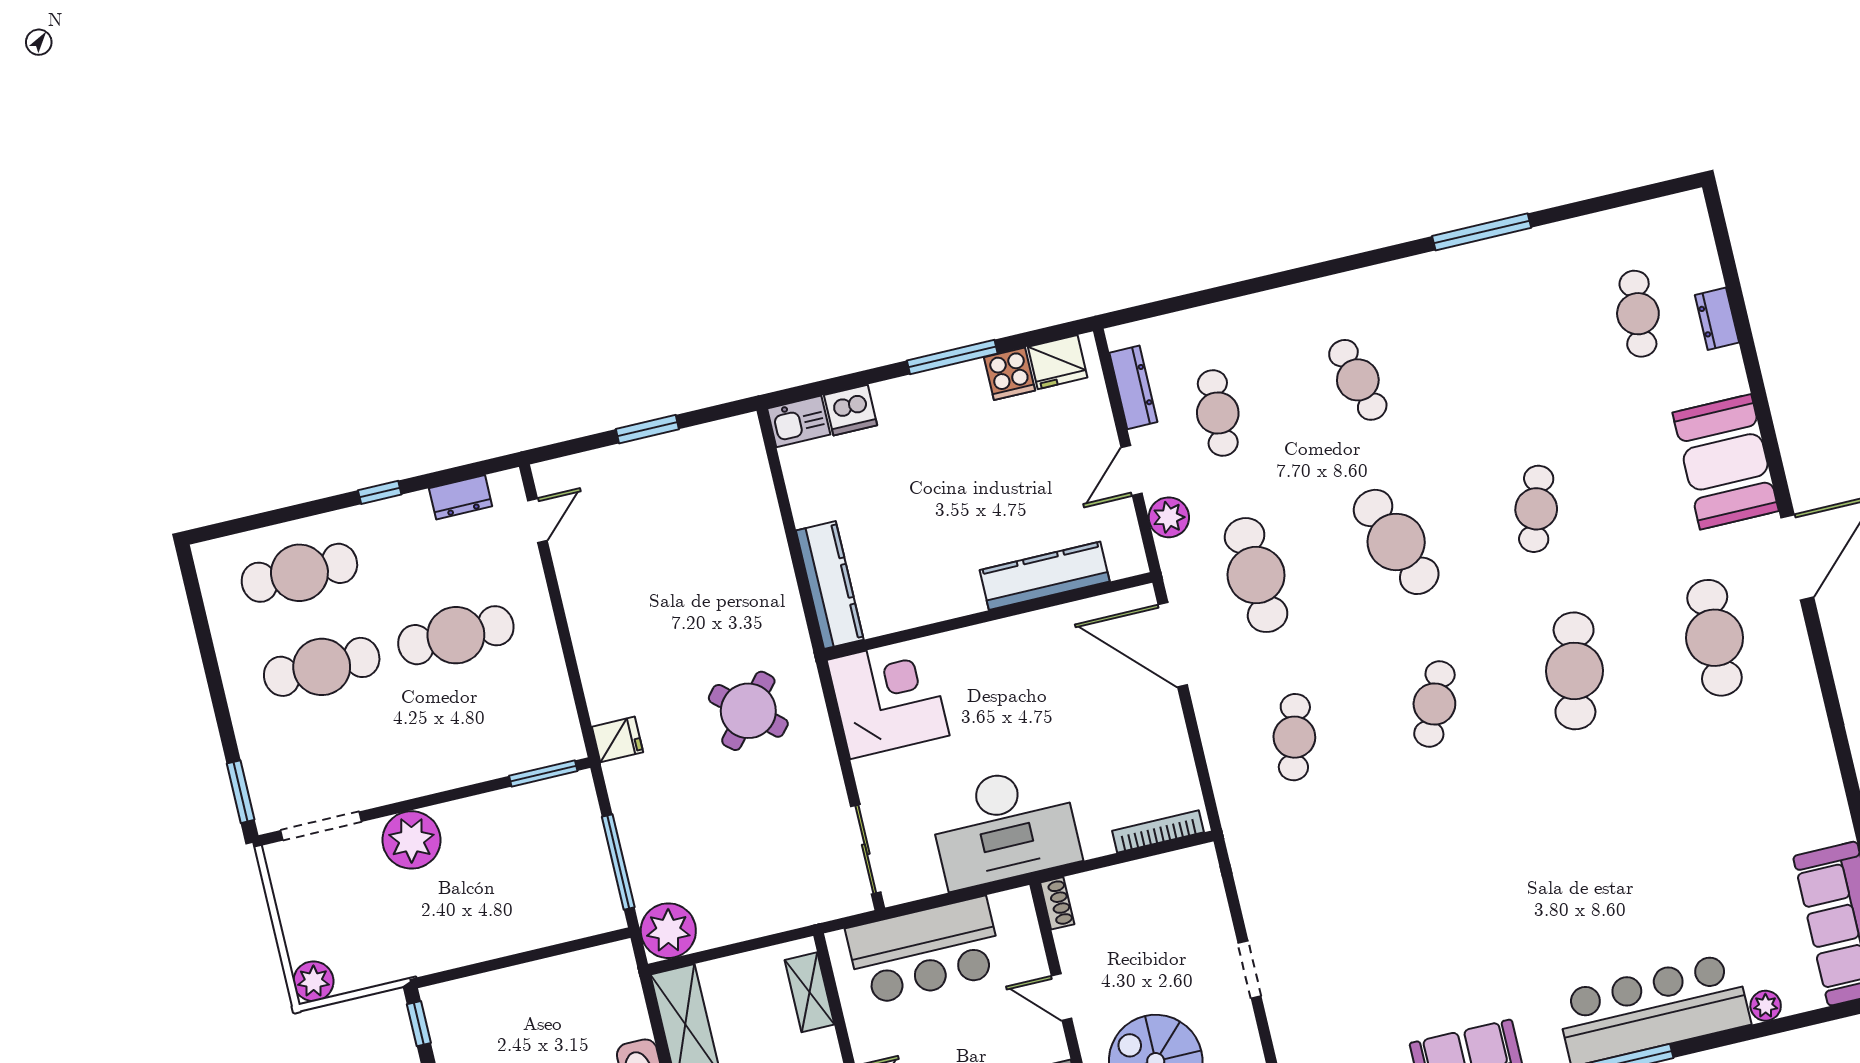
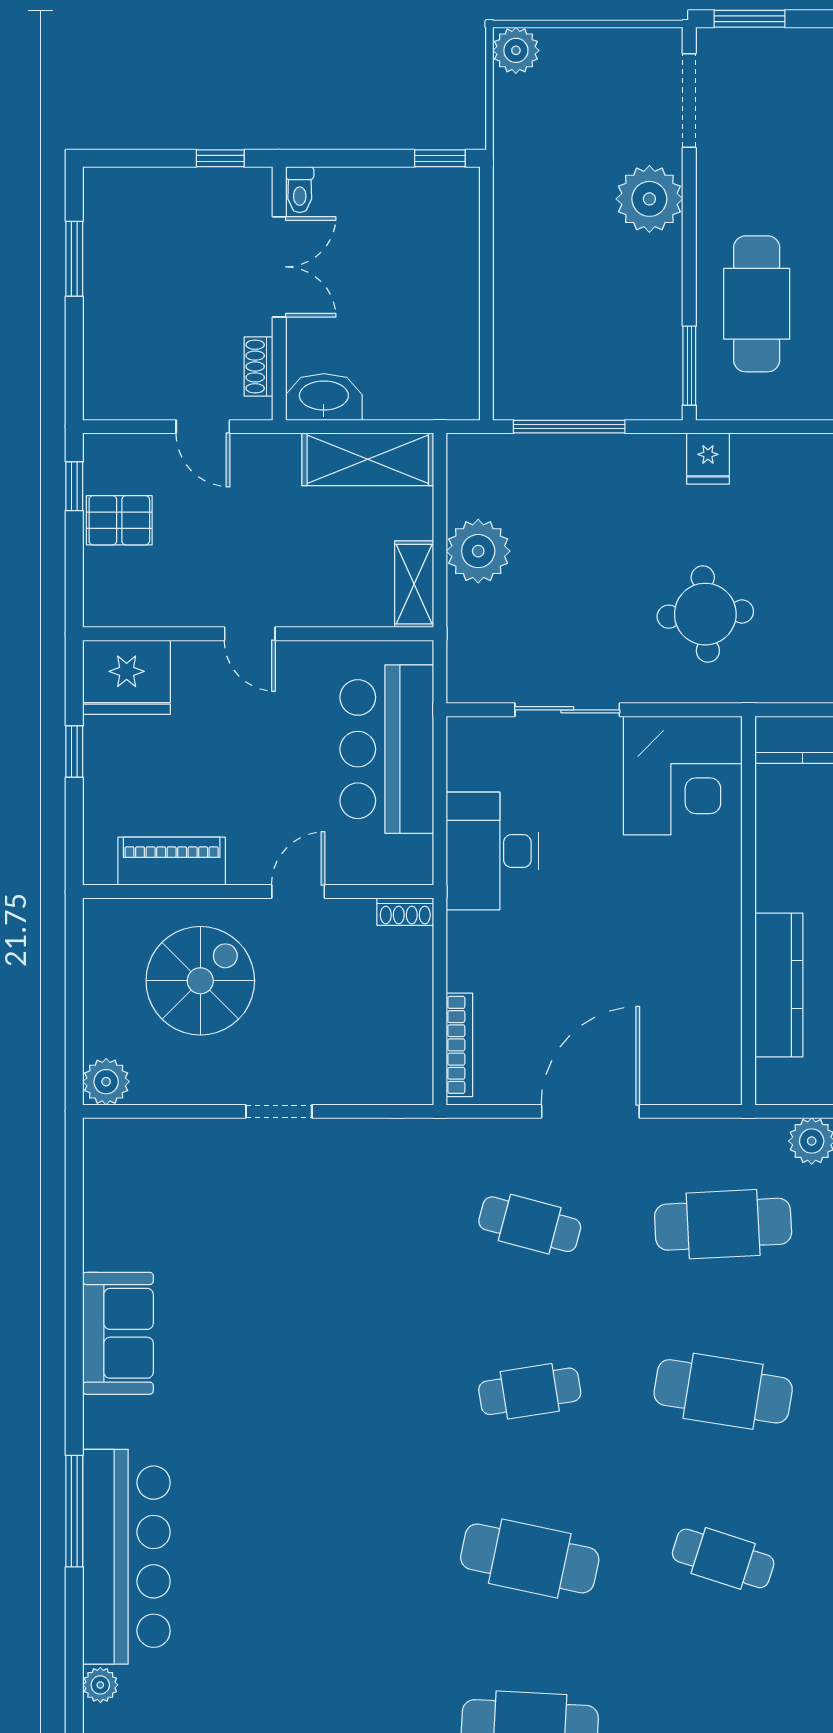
cafe table: (1396, 542) -> (723, 1391), turned 30
door: (1173, 645) -> (590, 1111), moved
cafe table: (1434, 704) -> (530, 1391), turned -33
round table: (748, 711) -> (705, 614), turned 45
cafe table: (478, 729) -> (757, 304), added
desk: (1004, 826) -> (492, 851), width x0.73, depth x0.77
sliding door: (866, 849) -> (567, 710), moved
plant: (668, 931) -> (478, 551), moved
shelving: (809, 992) -> (414, 584), moved, turned 90

